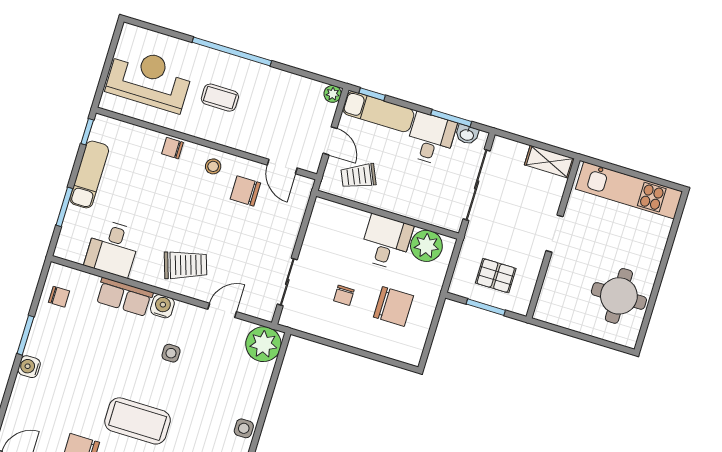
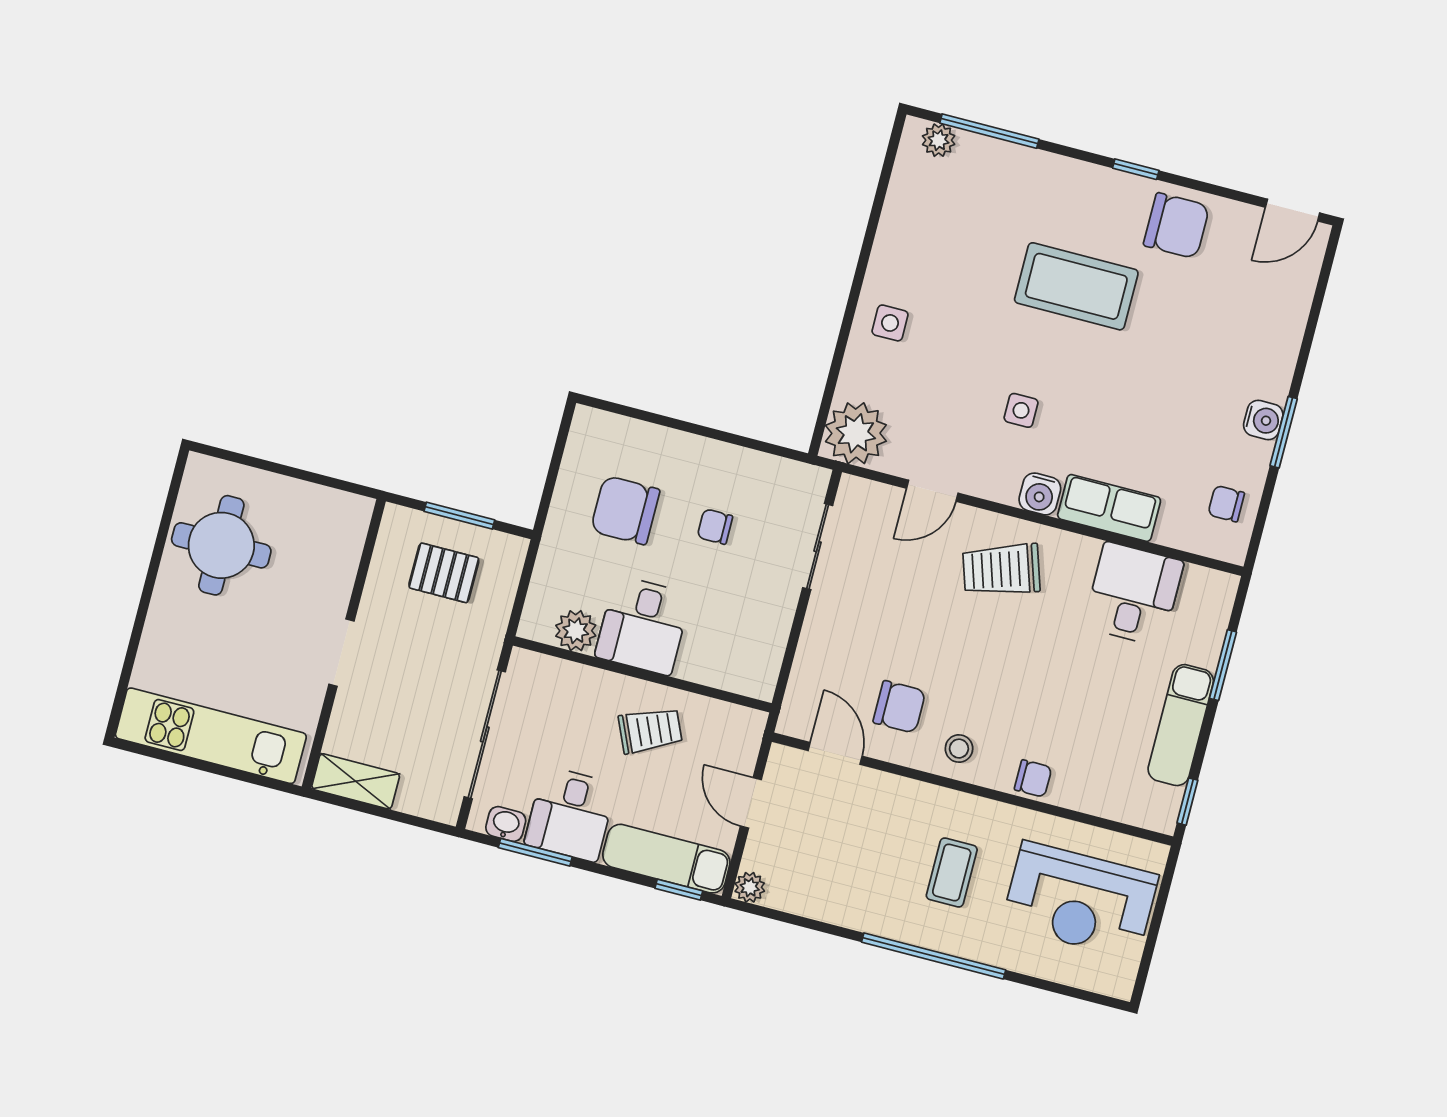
coffee table: (220, 98) -> (952, 873), turned 90
trolley: (358, 176) -> (650, 730), moved
plant: (426, 246) -> (576, 631), width x0.73, depth x0.73
chair: (344, 295) -> (715, 527), turned -90
water cooler: (29, 367) -> (1263, 420), moved
side table: (244, 428) -> (890, 323), moved

